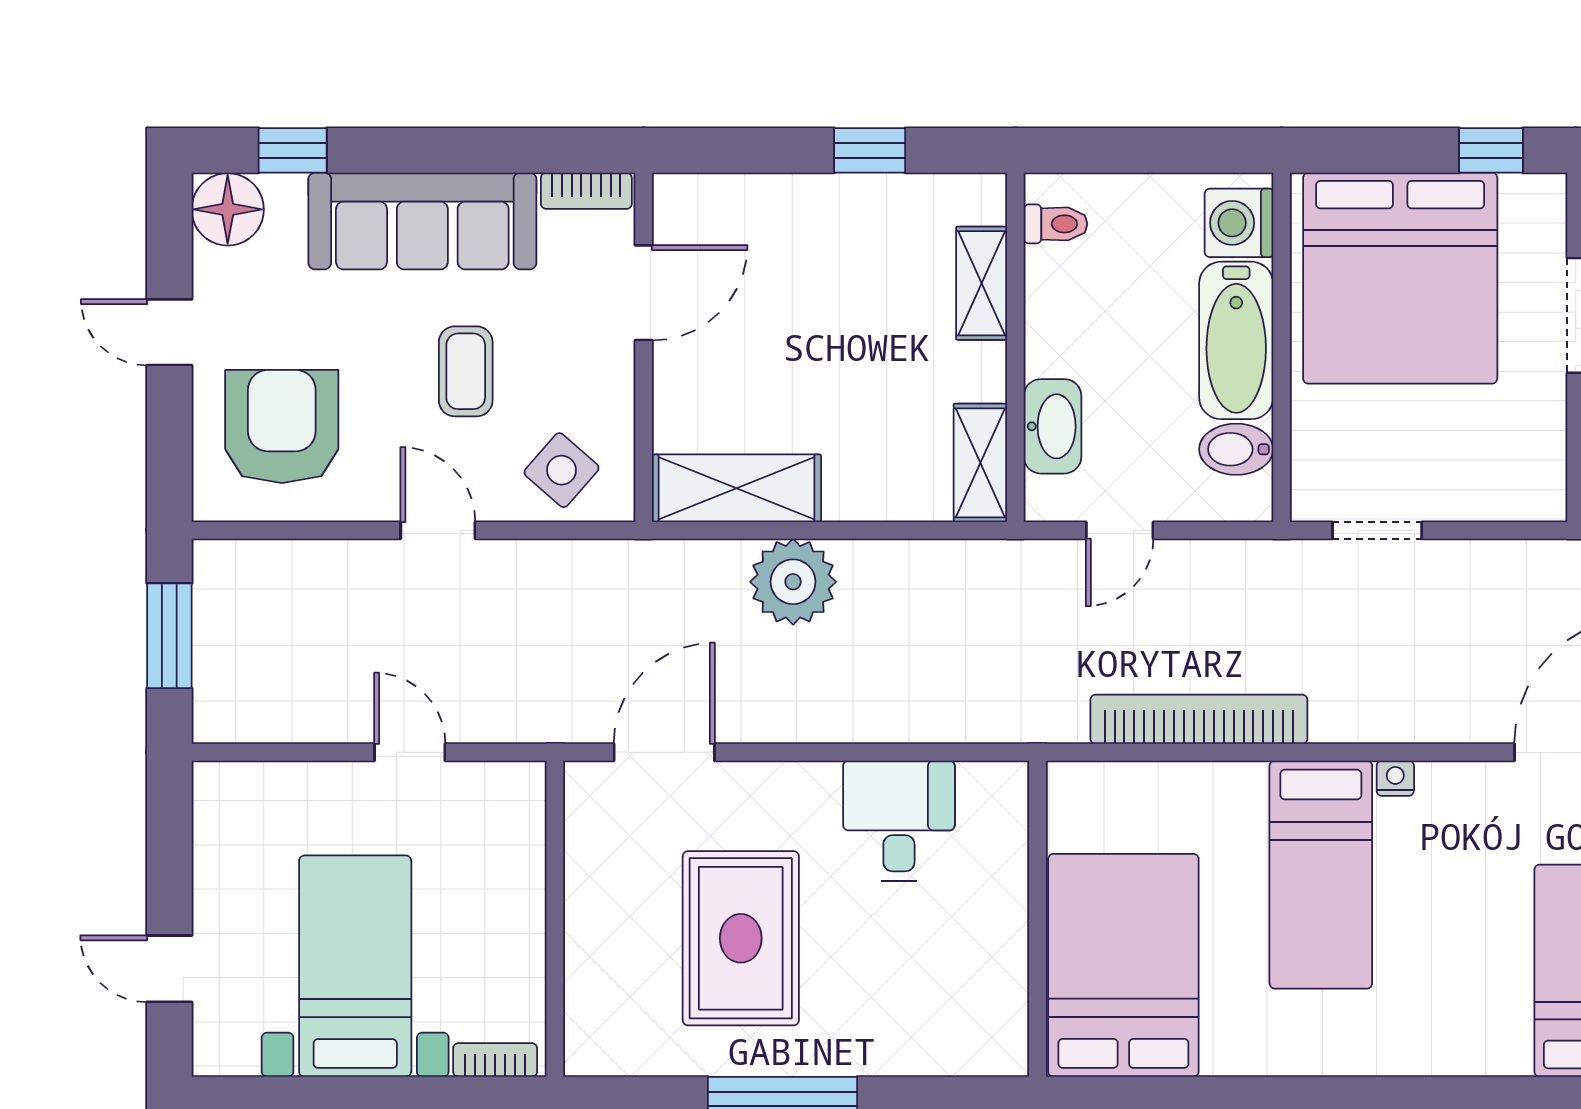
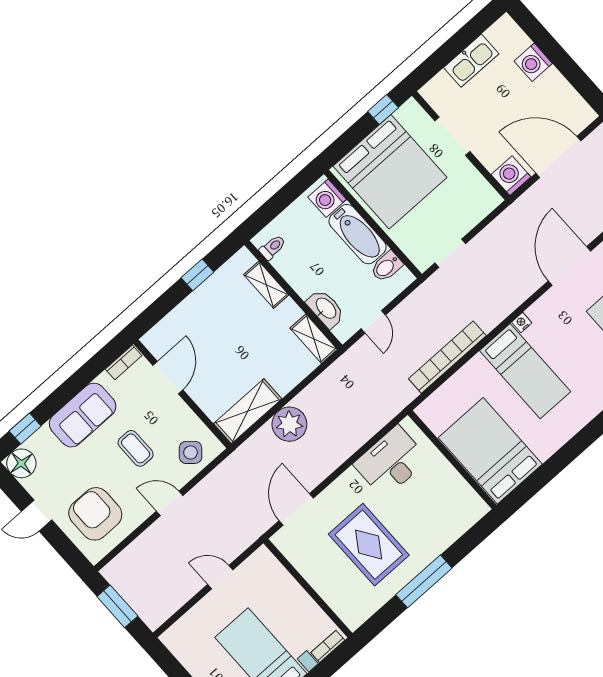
sofa: (422, 221) -> (83, 415), width x0.73
desk: (899, 821) -> (391, 462), width x1.37

